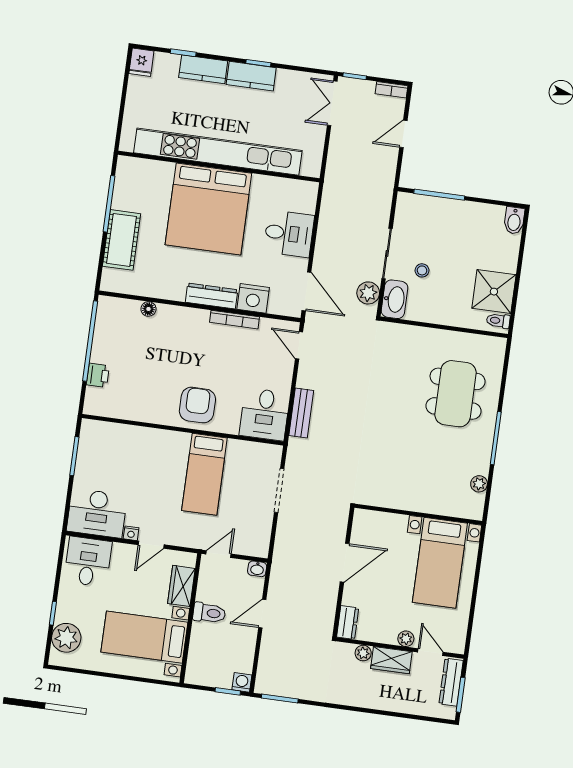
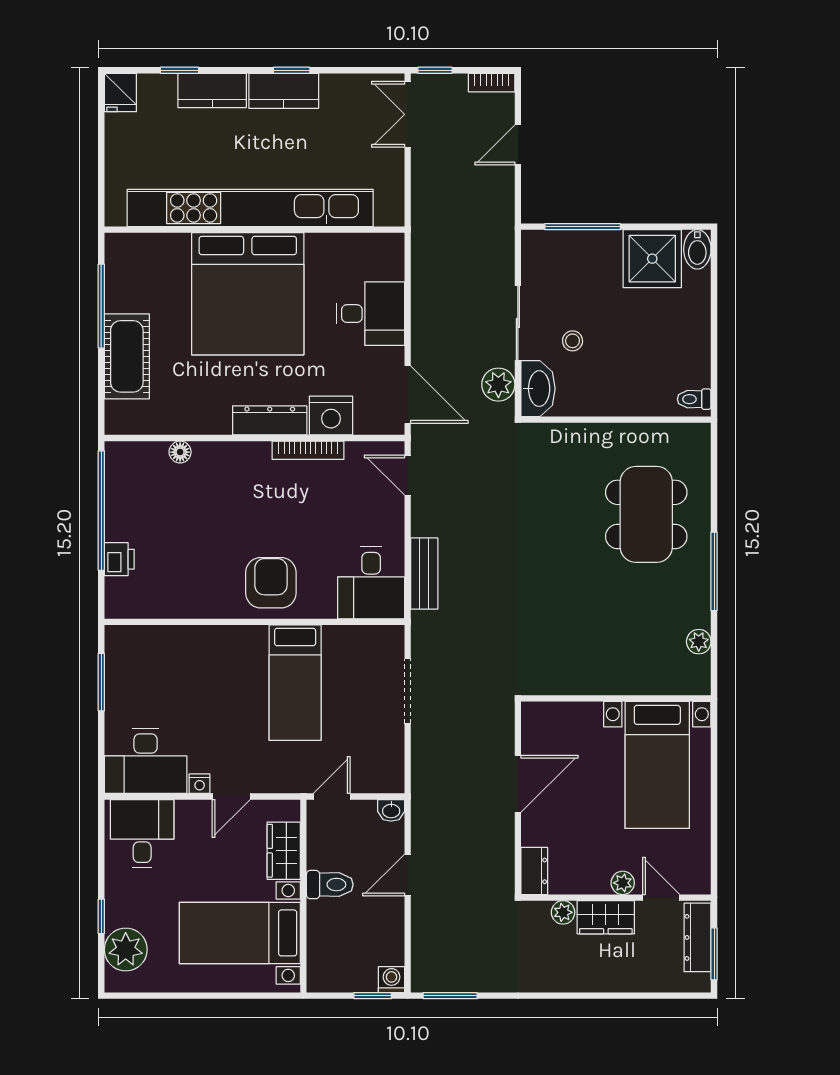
shower: (494, 292) -> (652, 259), moved

